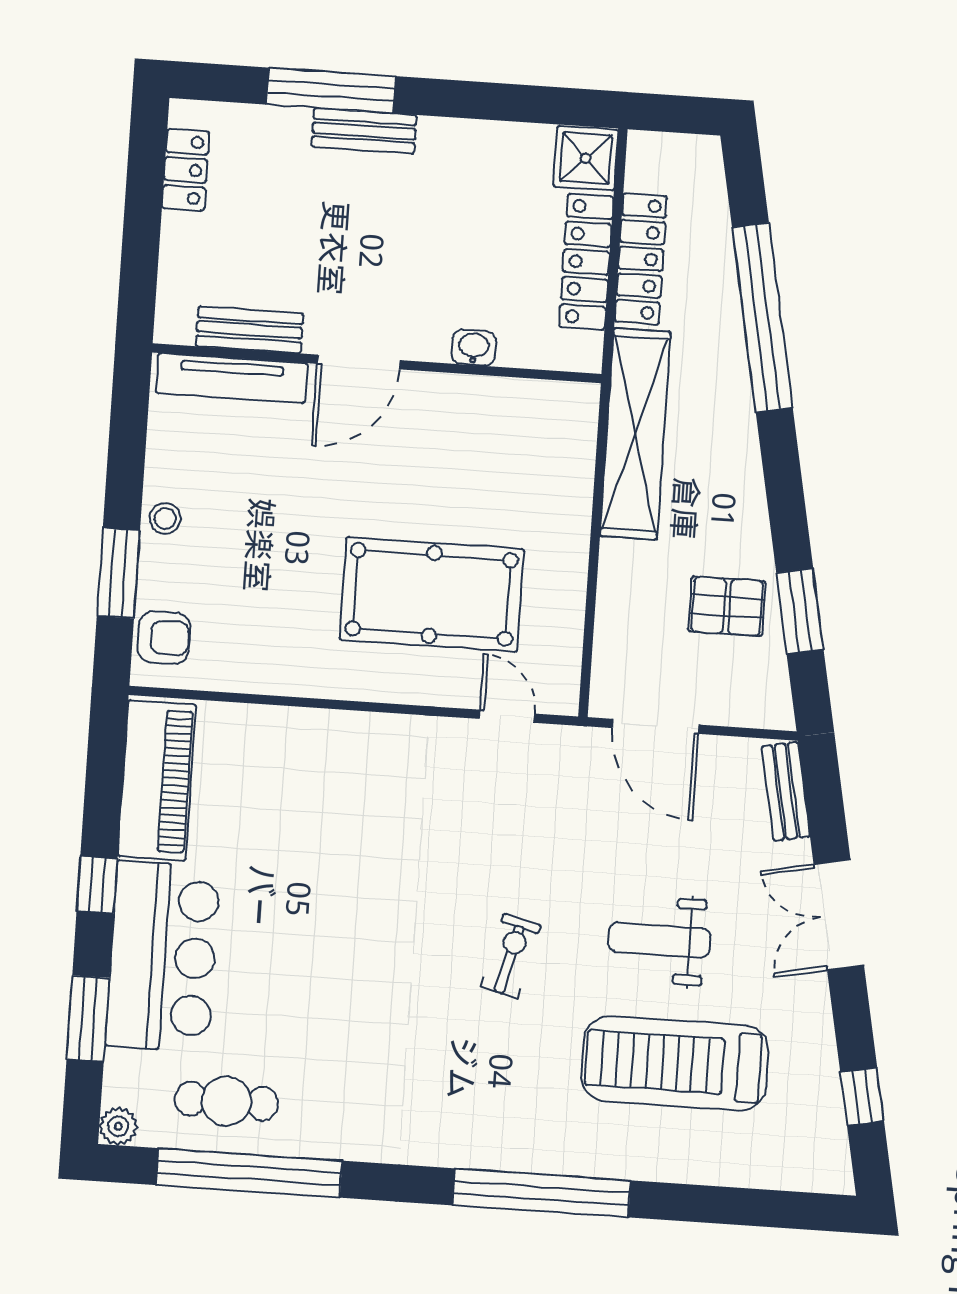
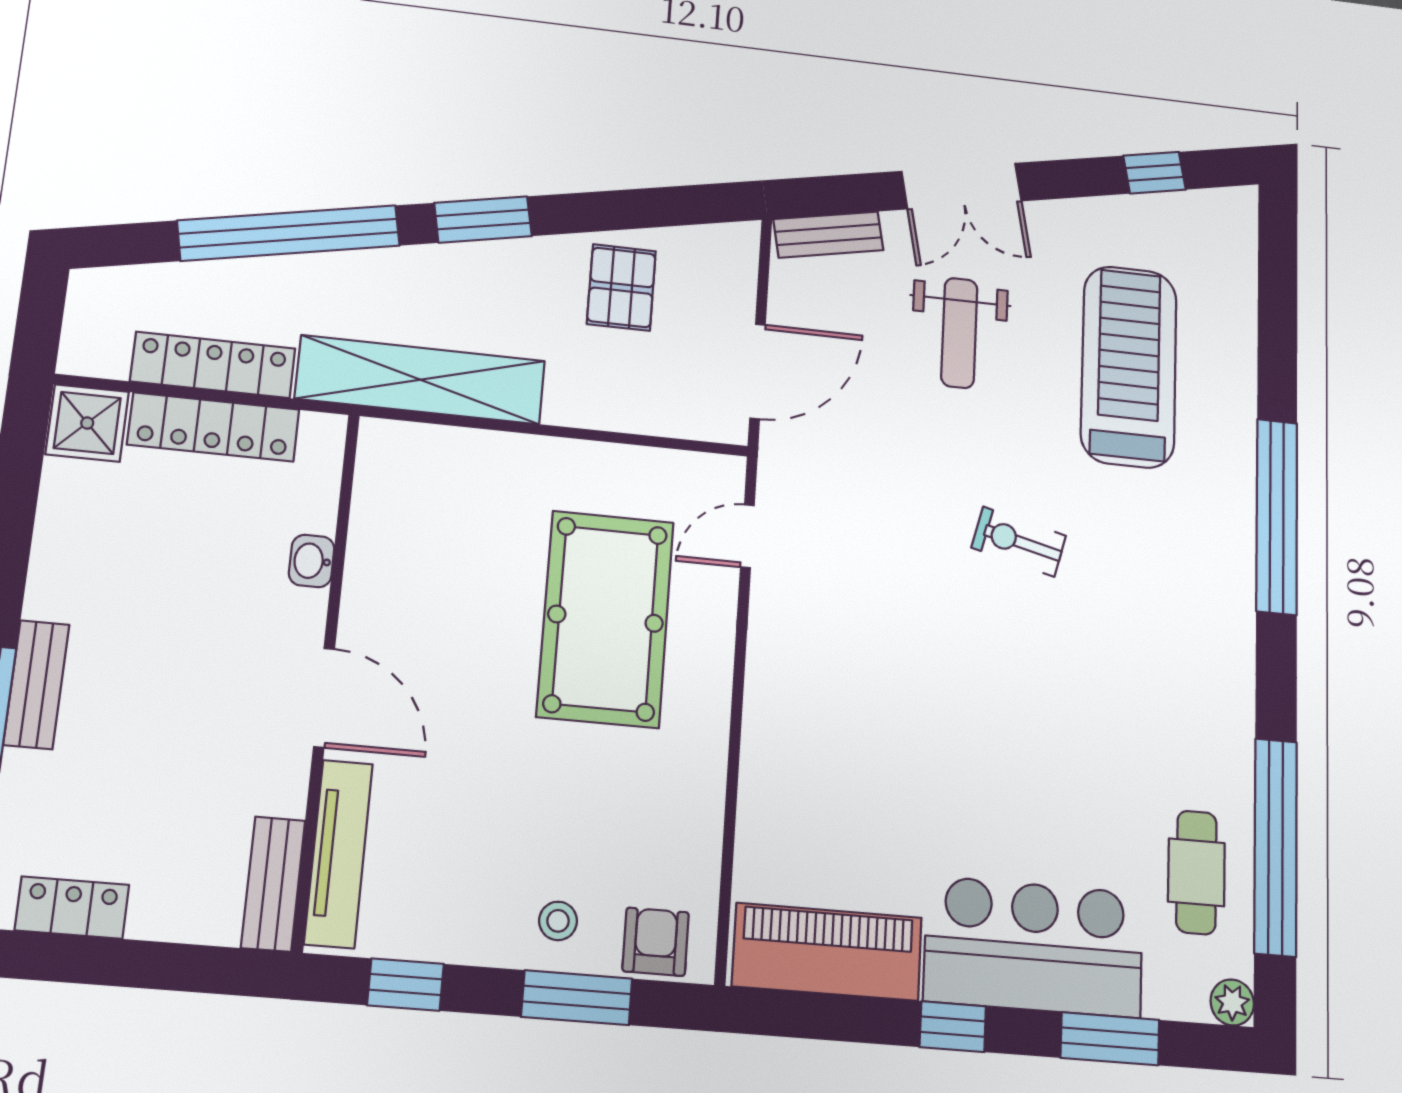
bench: (250, 330) -> (273, 884), moved
window: (128, 435) -> (405, 985), added
stool: (165, 518) -> (558, 921), moved
window: (800, 611) -> (483, 220), moved
weight bench: (659, 940) -> (959, 333), moved
treadmill: (675, 1063) -> (1129, 366), turned 180

